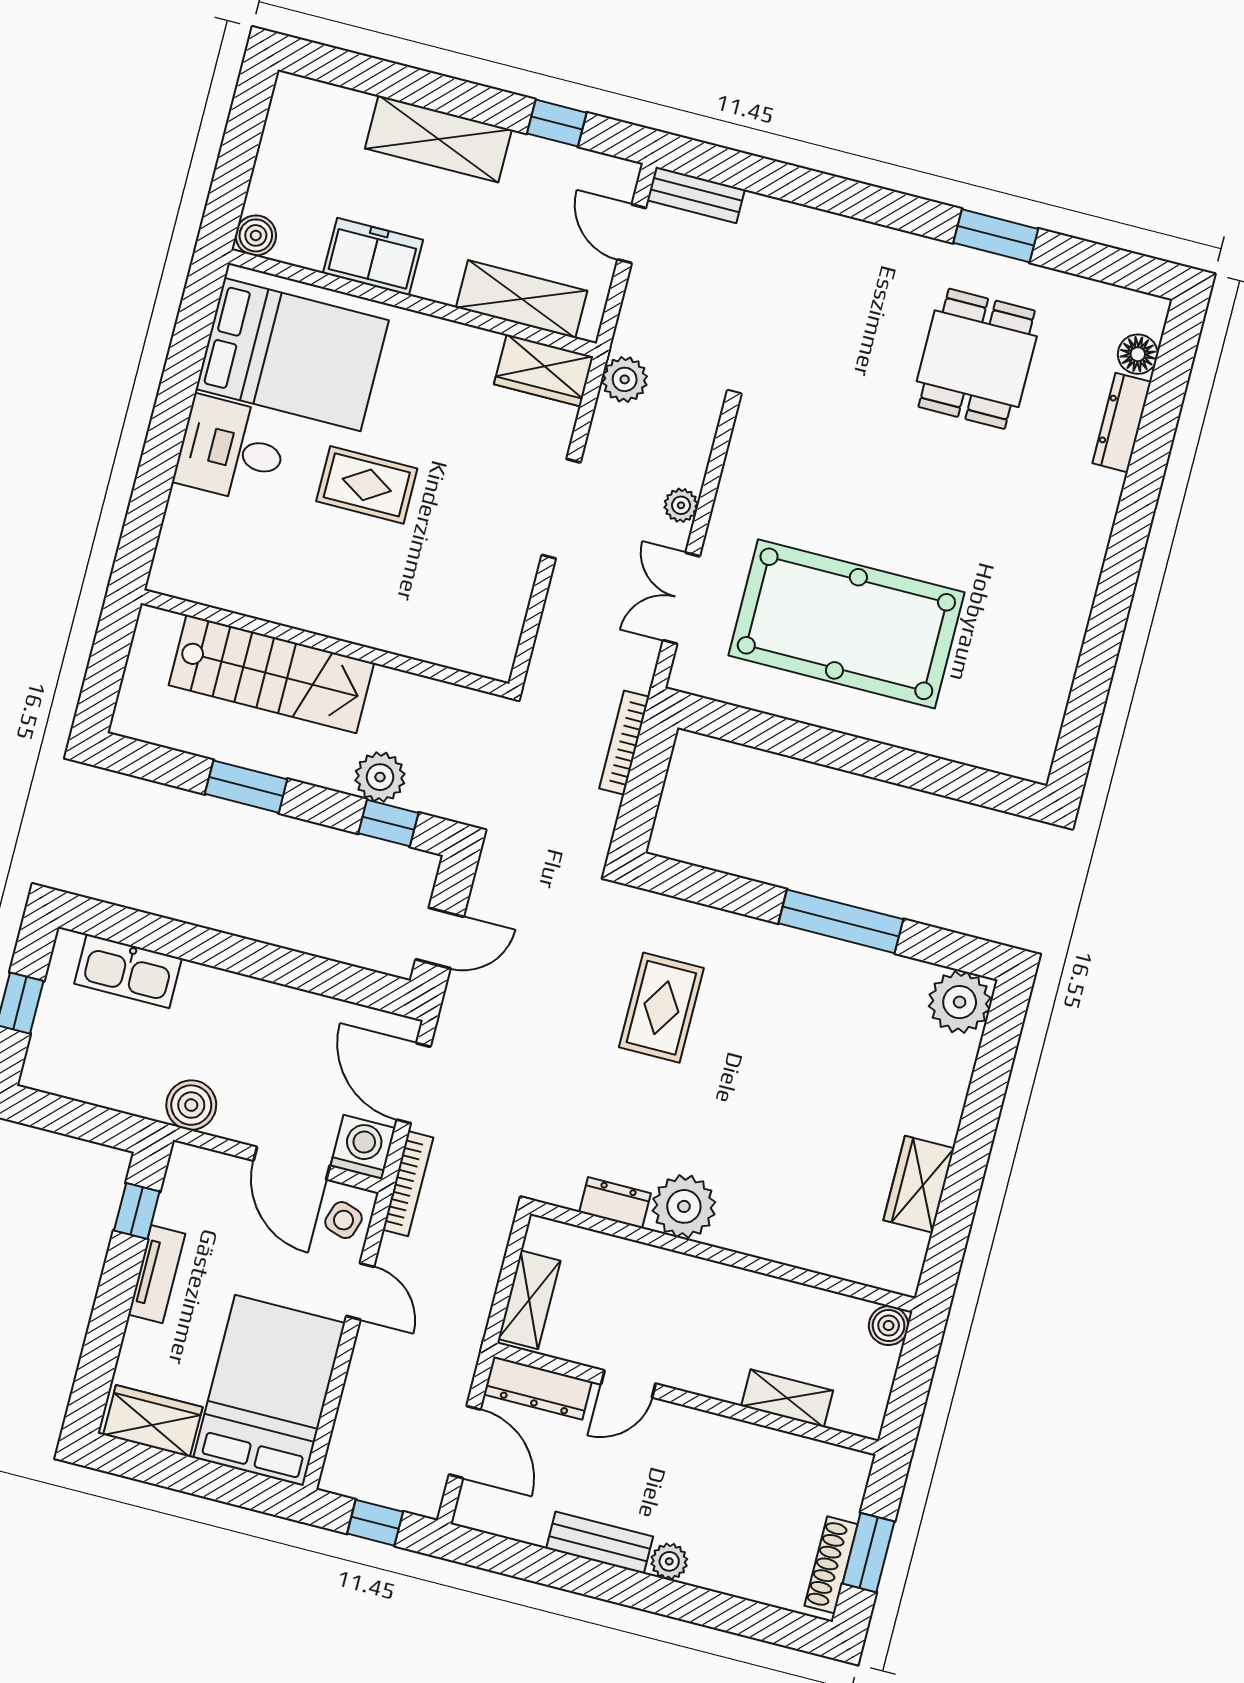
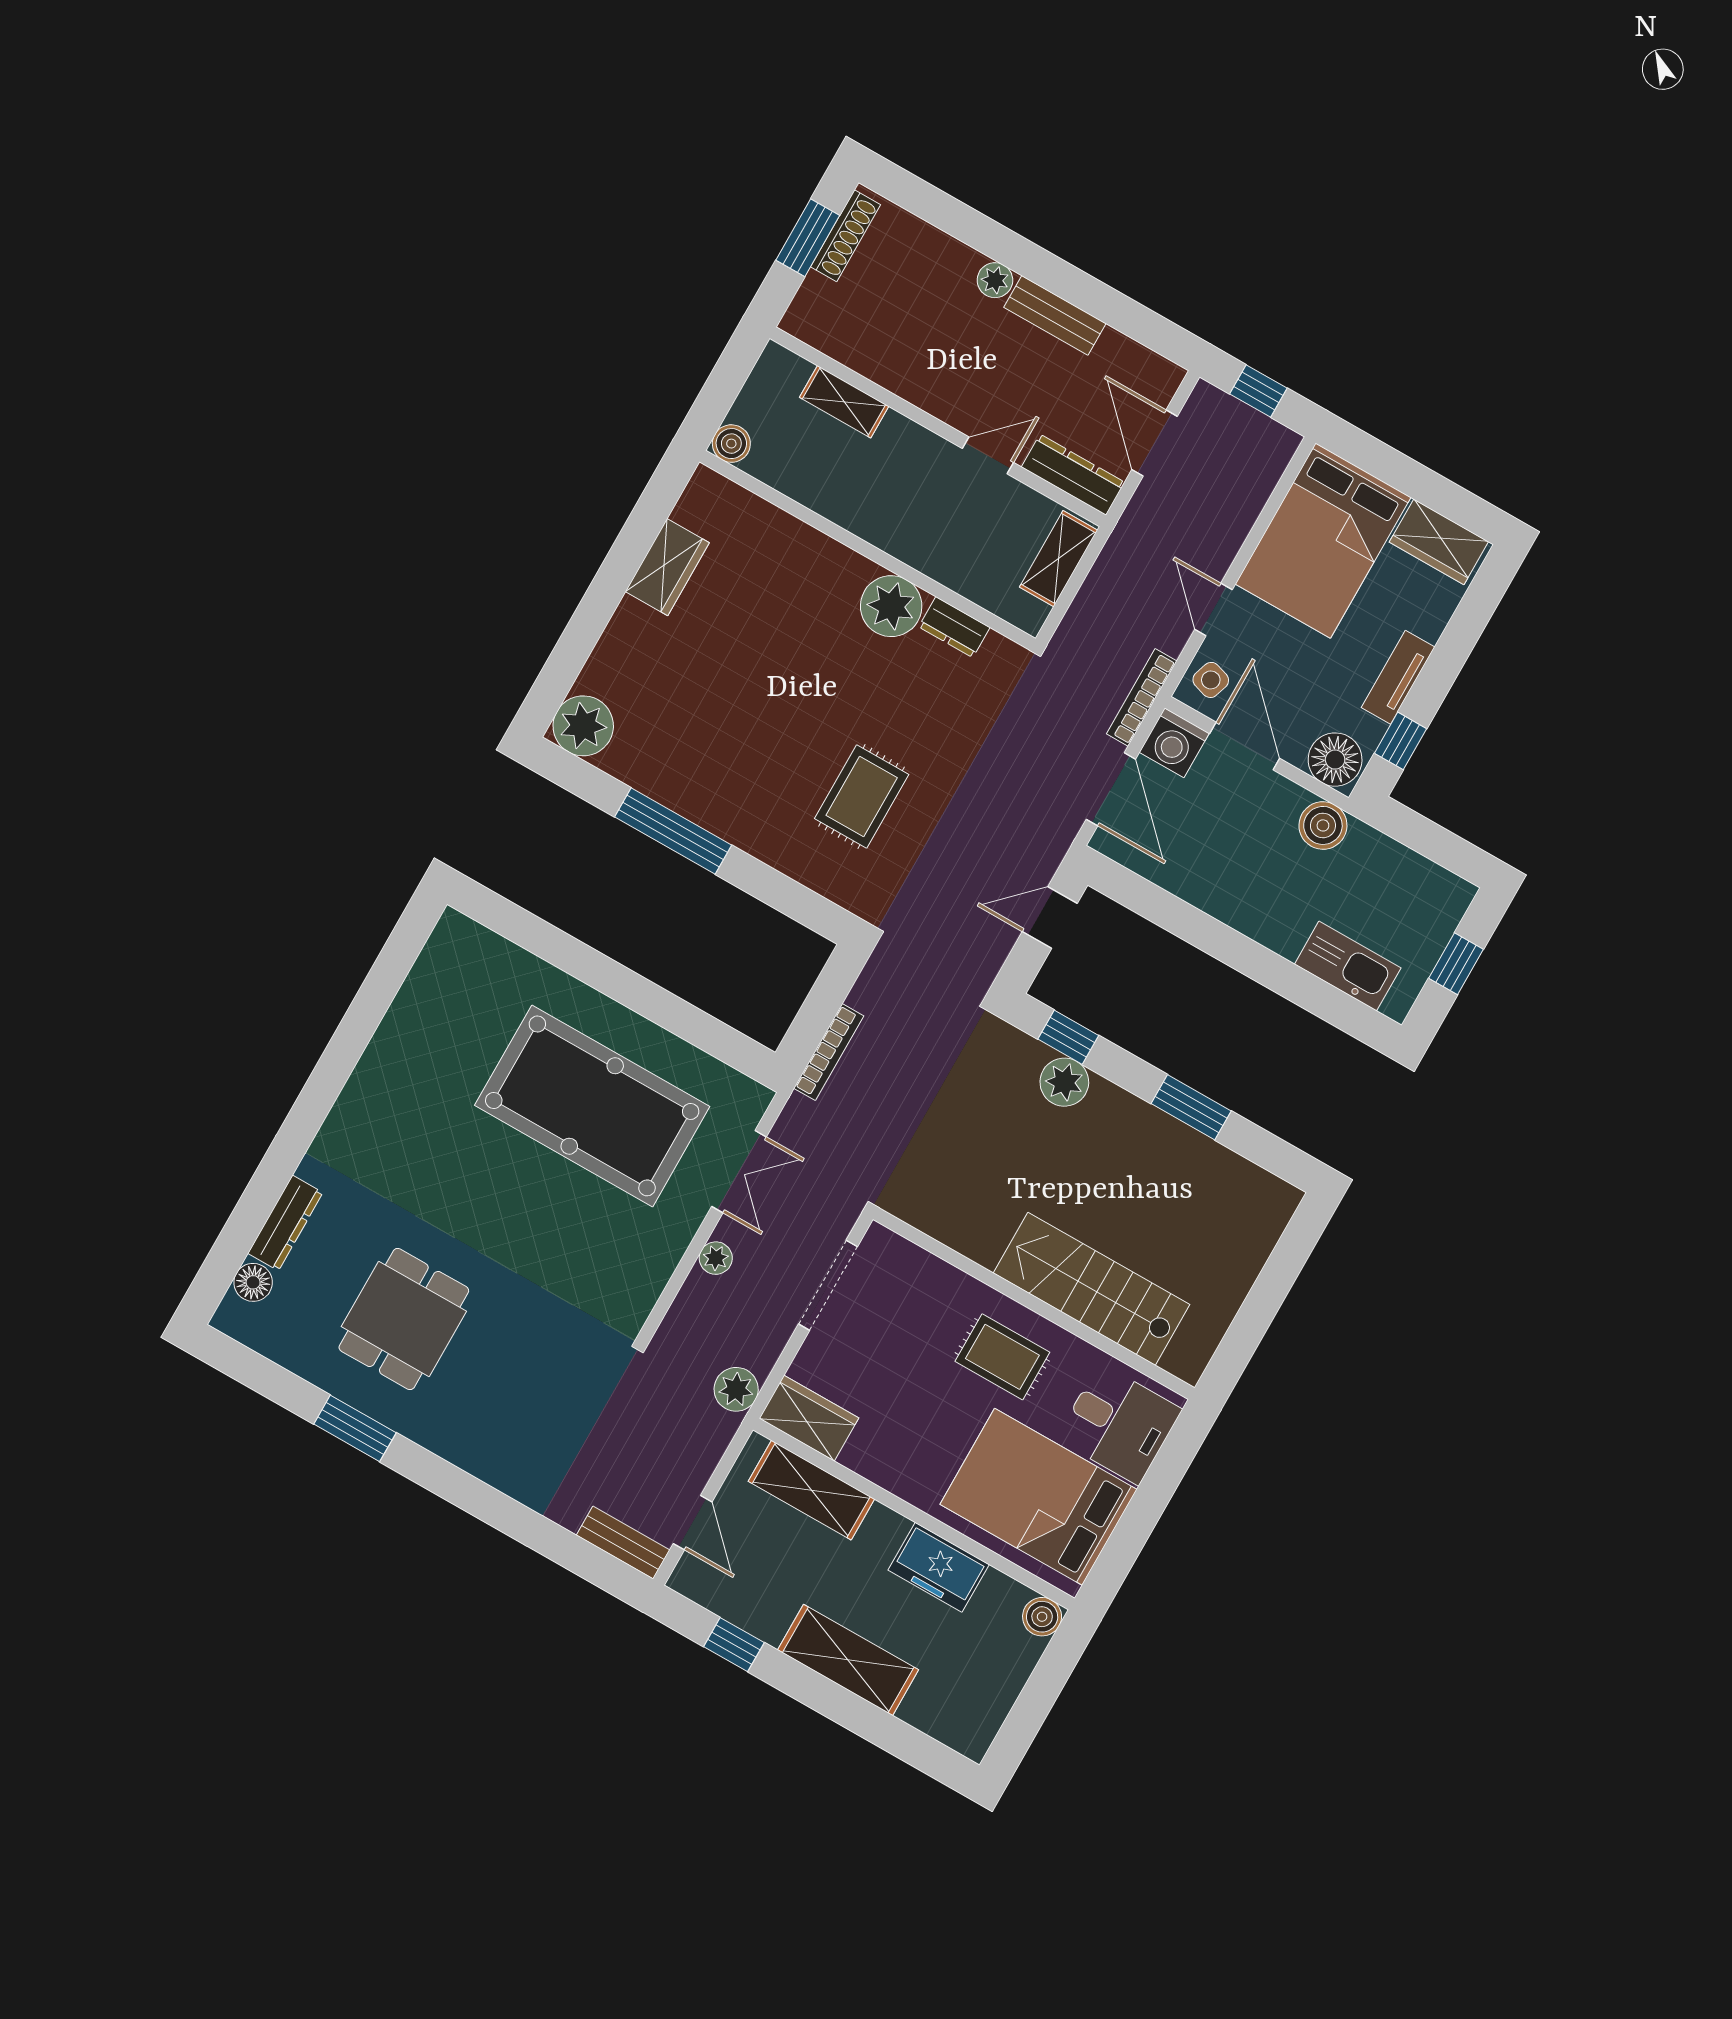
wall: (325, 643) -> (1034, 1304), moved
stairs: (271, 674) -> (1091, 1289), moved
floor lamp: (197, 1174) -> (1335, 760), added

